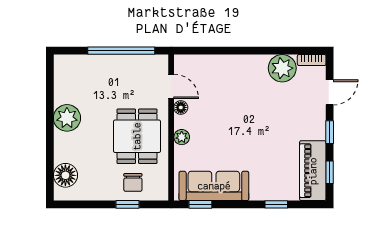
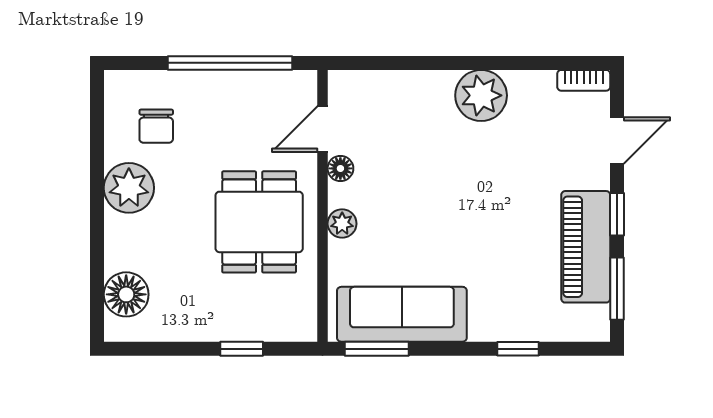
plant: (282, 68) -> (481, 95), moved
door: (171, 86) -> (323, 129), swing flipped
piano: (313, 171) -> (586, 247), moved
window: (330, 172) -> (617, 289), width x1.50
chair: (133, 182) -> (156, 126), moved
window: (200, 204) -> (377, 349), width x1.50

